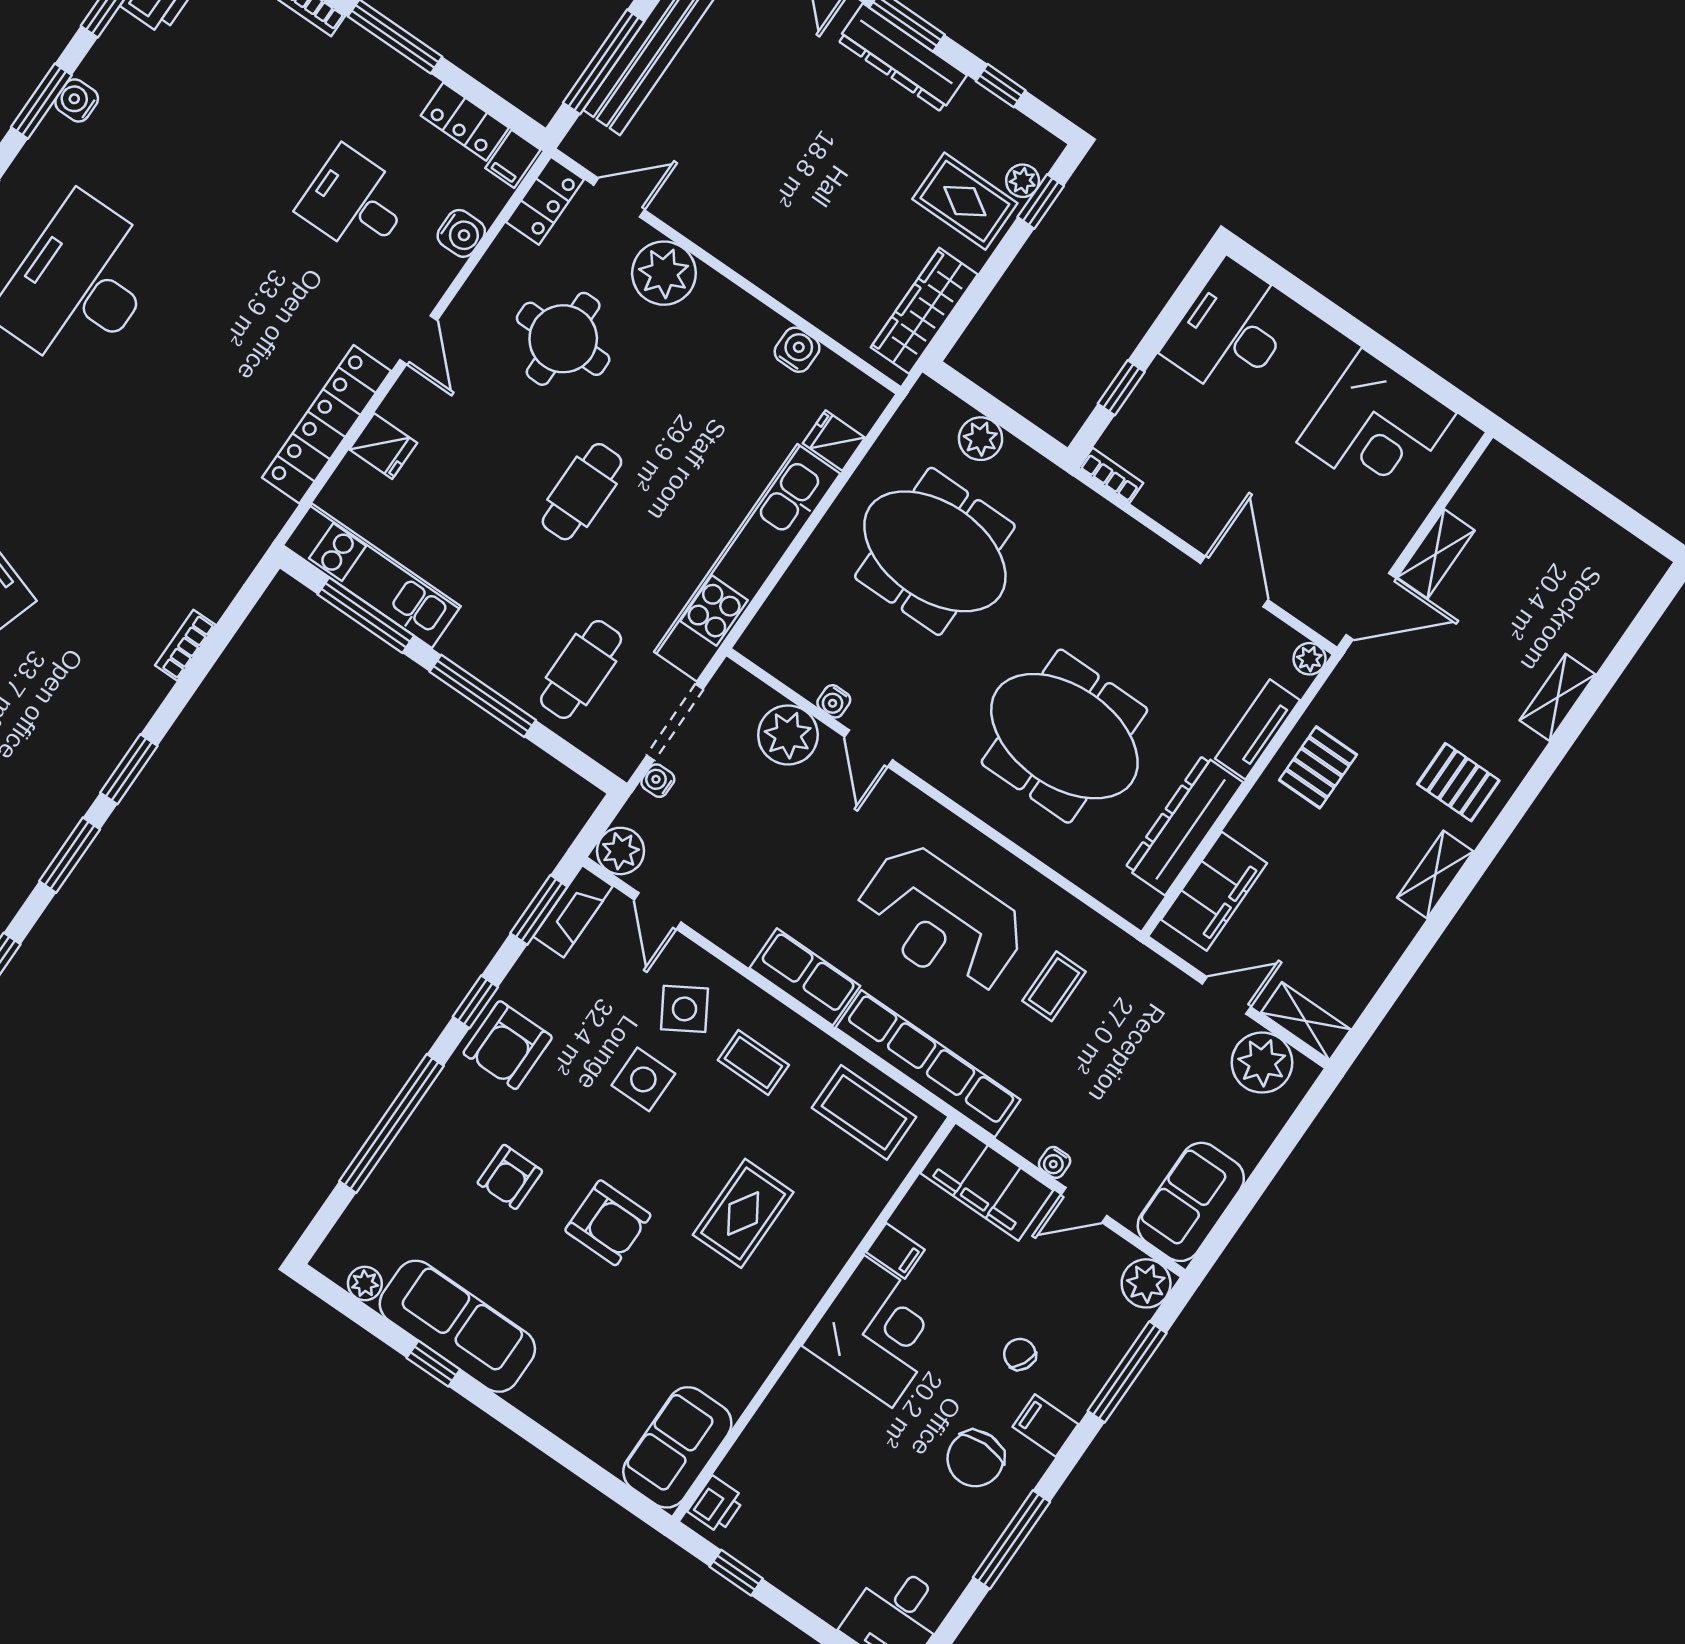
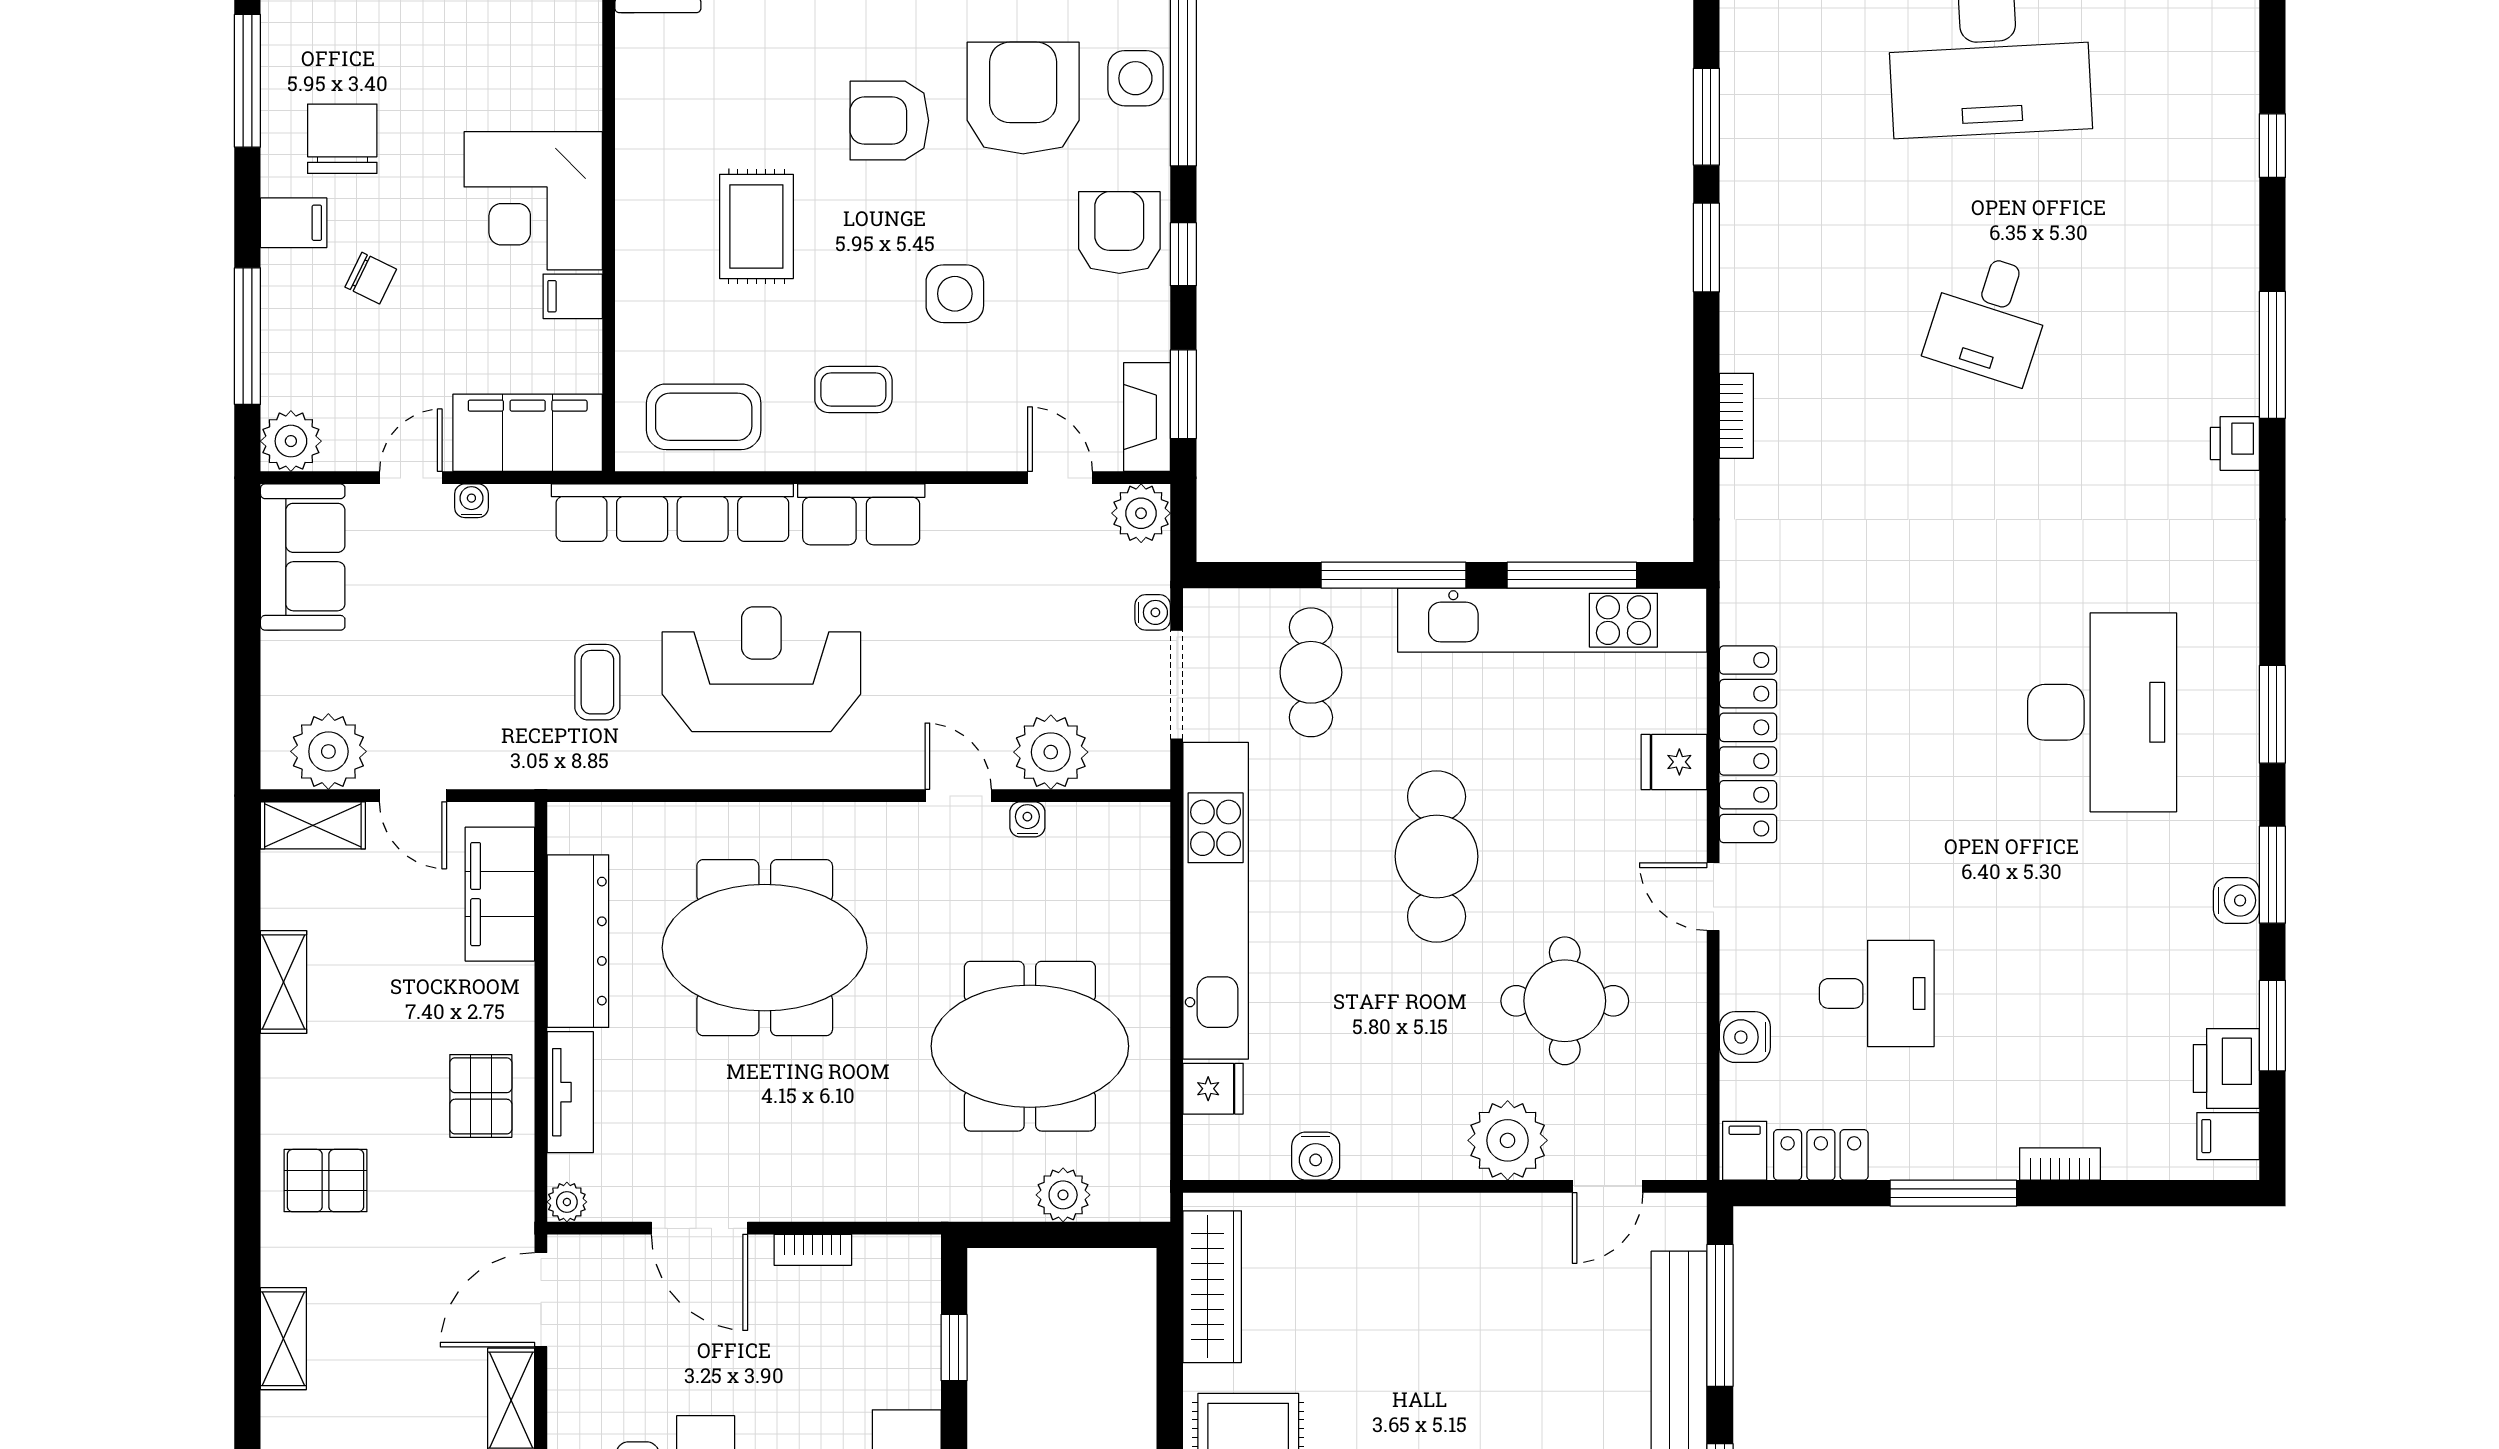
locker: (545, 201) -> (1682, 1130), removed
bookcase: (1111, 475) -> (813, 1250), moved
cafe table: (582, 492) -> (1437, 856), width x1.37, depth x1.35
kitchen unit: (372, 576) -> (1552, 620), width x1.36
shelving: (1435, 875) -> (284, 982), moved
door: (1226, 995) -> (413, 796), hinge flipped
side table: (684, 1009) -> (1135, 78), moved, turned 31
armchair: (510, 1177) -> (1023, 98), width x1.88, depth x1.88

